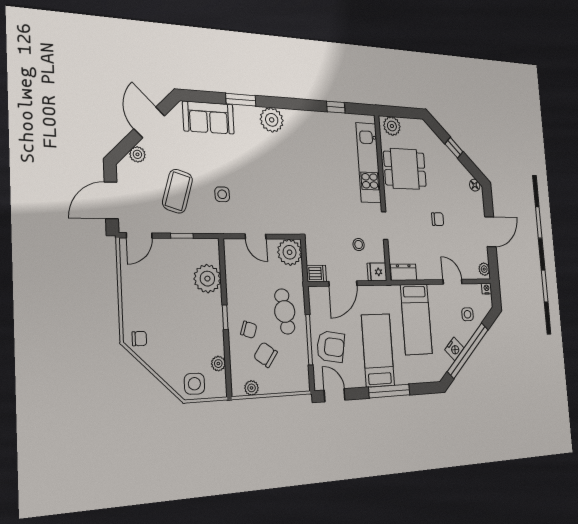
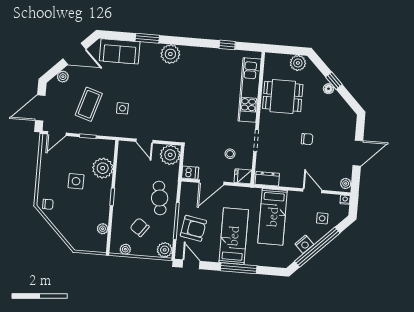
door: (149, 122) -> (74, 54), swing flipped
plant: (392, 126) -> (298, 63), moved
floor lamp: (475, 185) -> (328, 89), moved
chair: (249, 330) -> (129, 208), removed
plant: (300, 381) -> (165, 250), added
side table: (194, 384) -> (76, 181), moved

